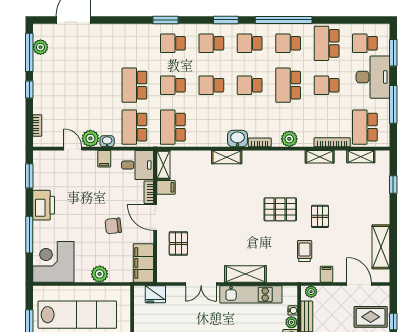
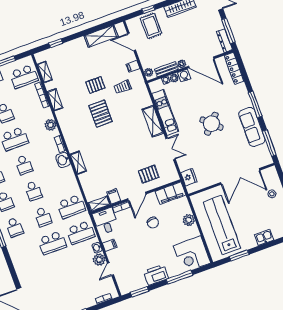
door: (359, 284) -> (132, 42), hinge flipped

